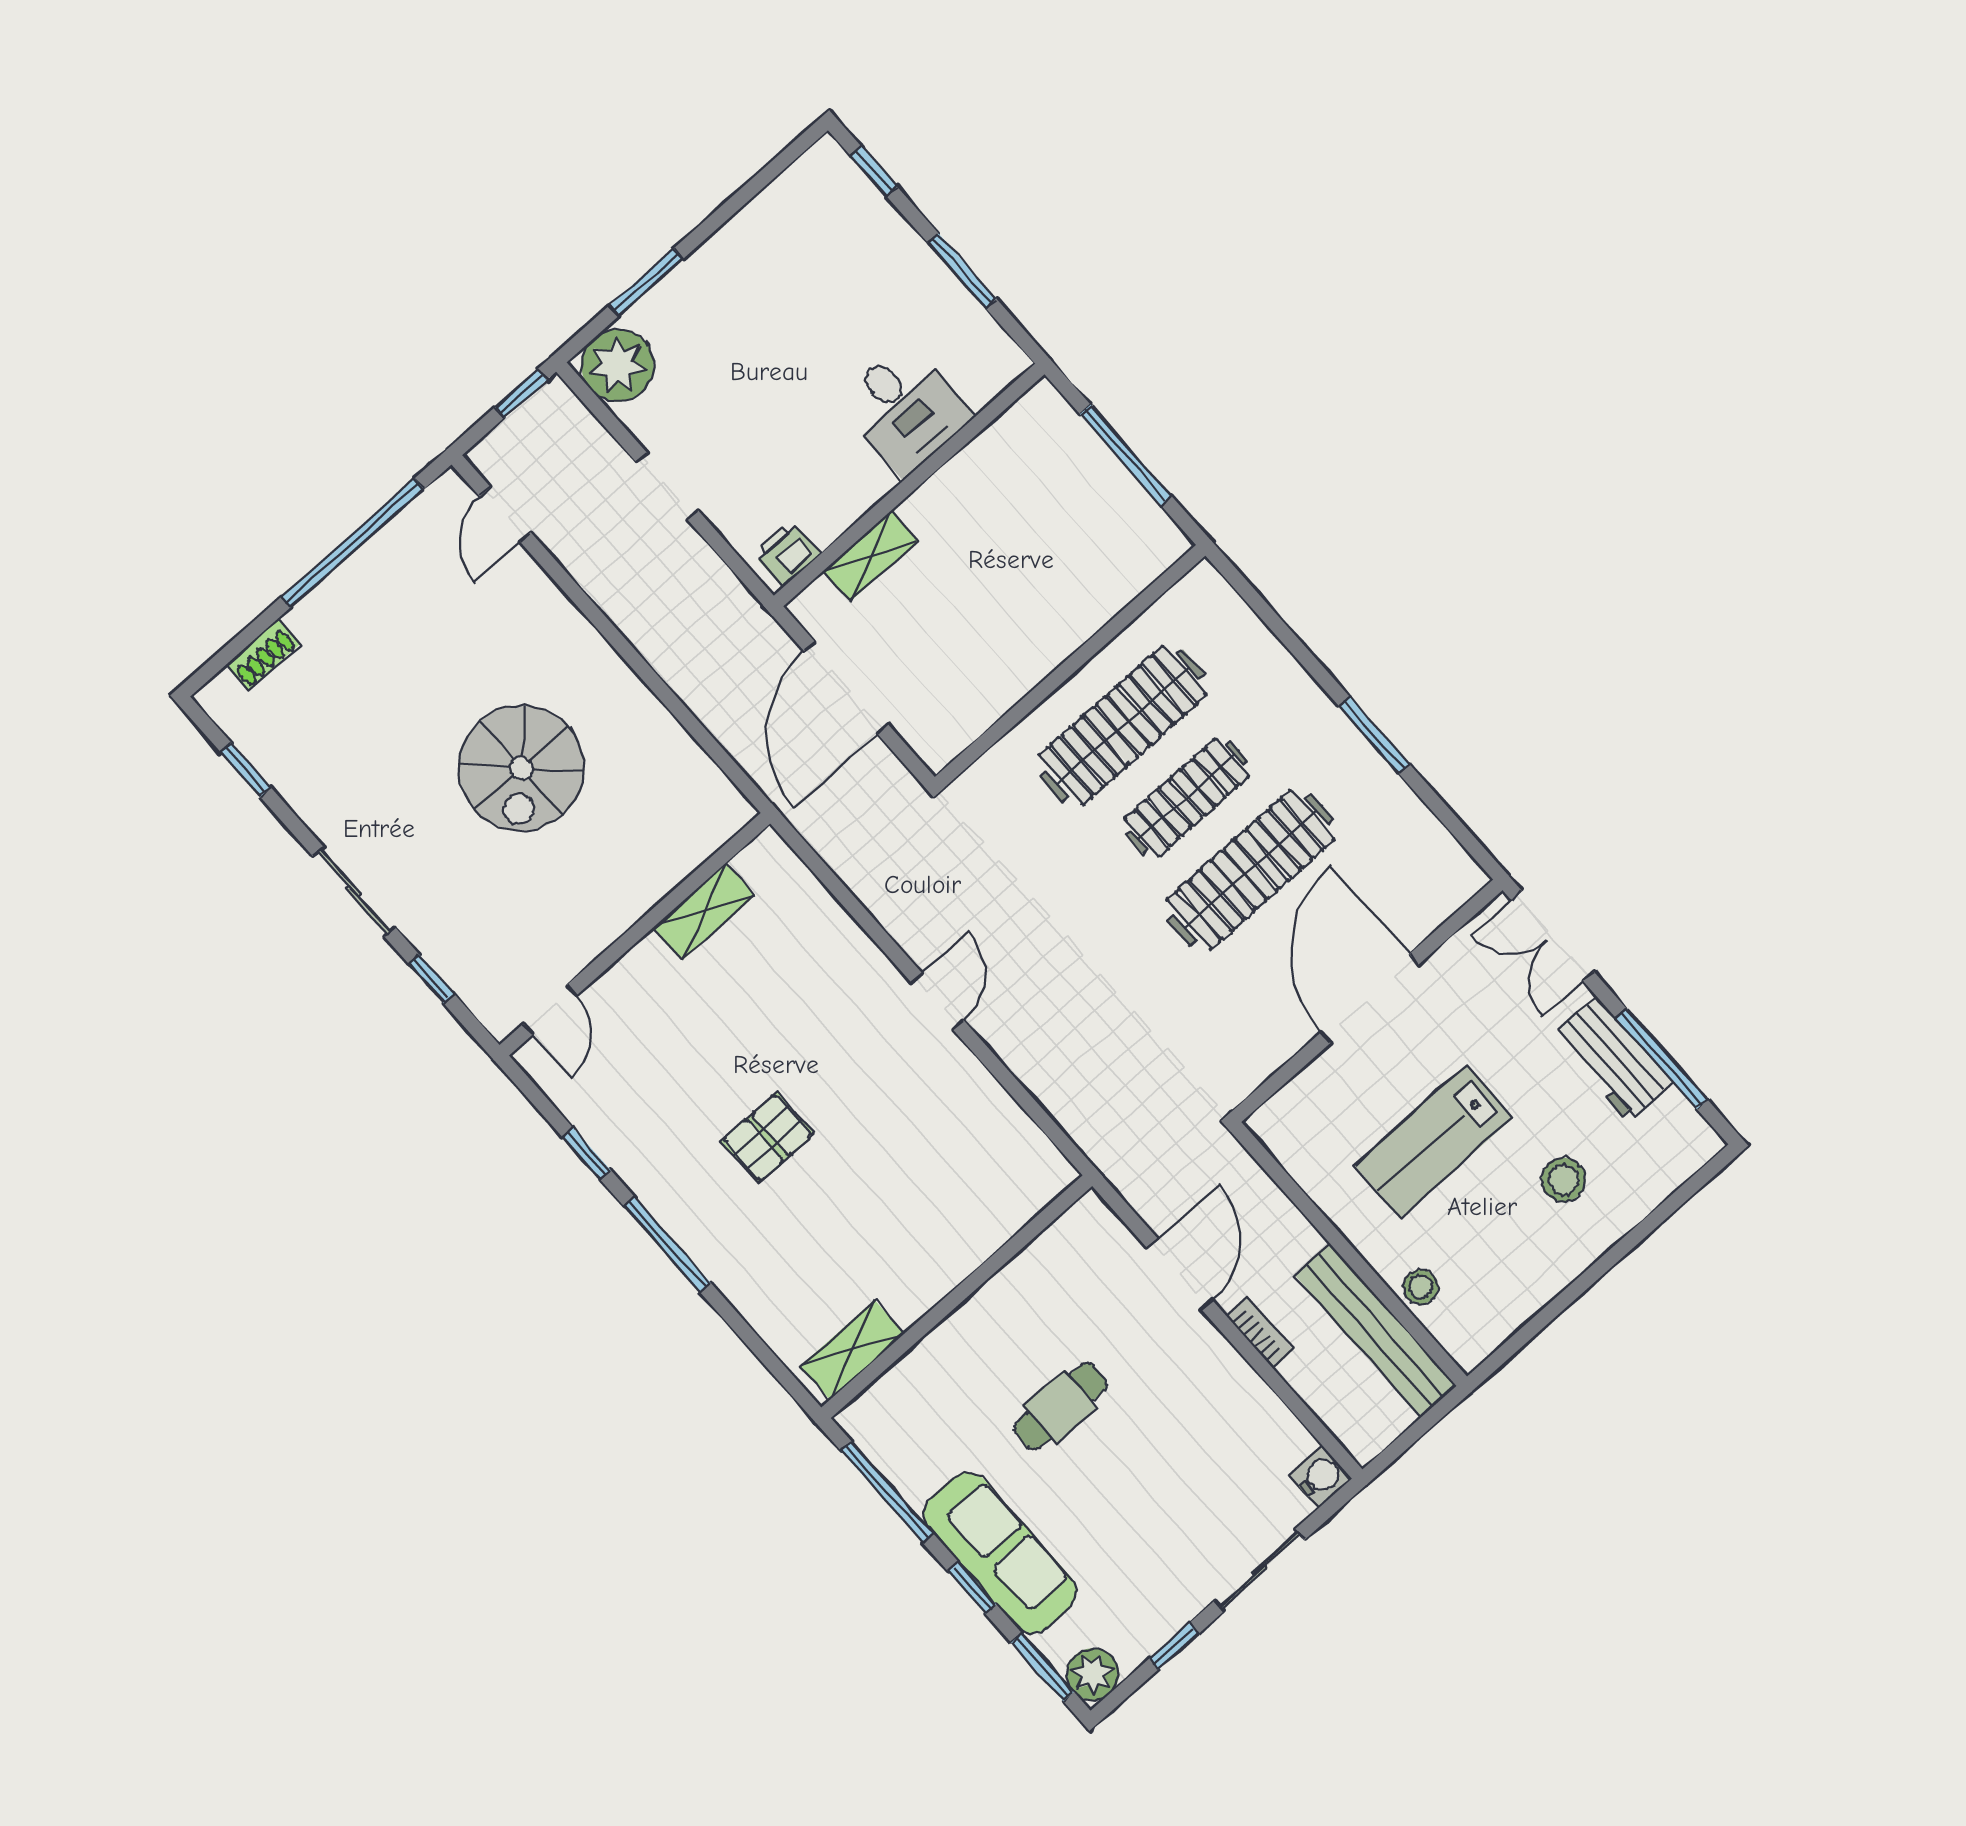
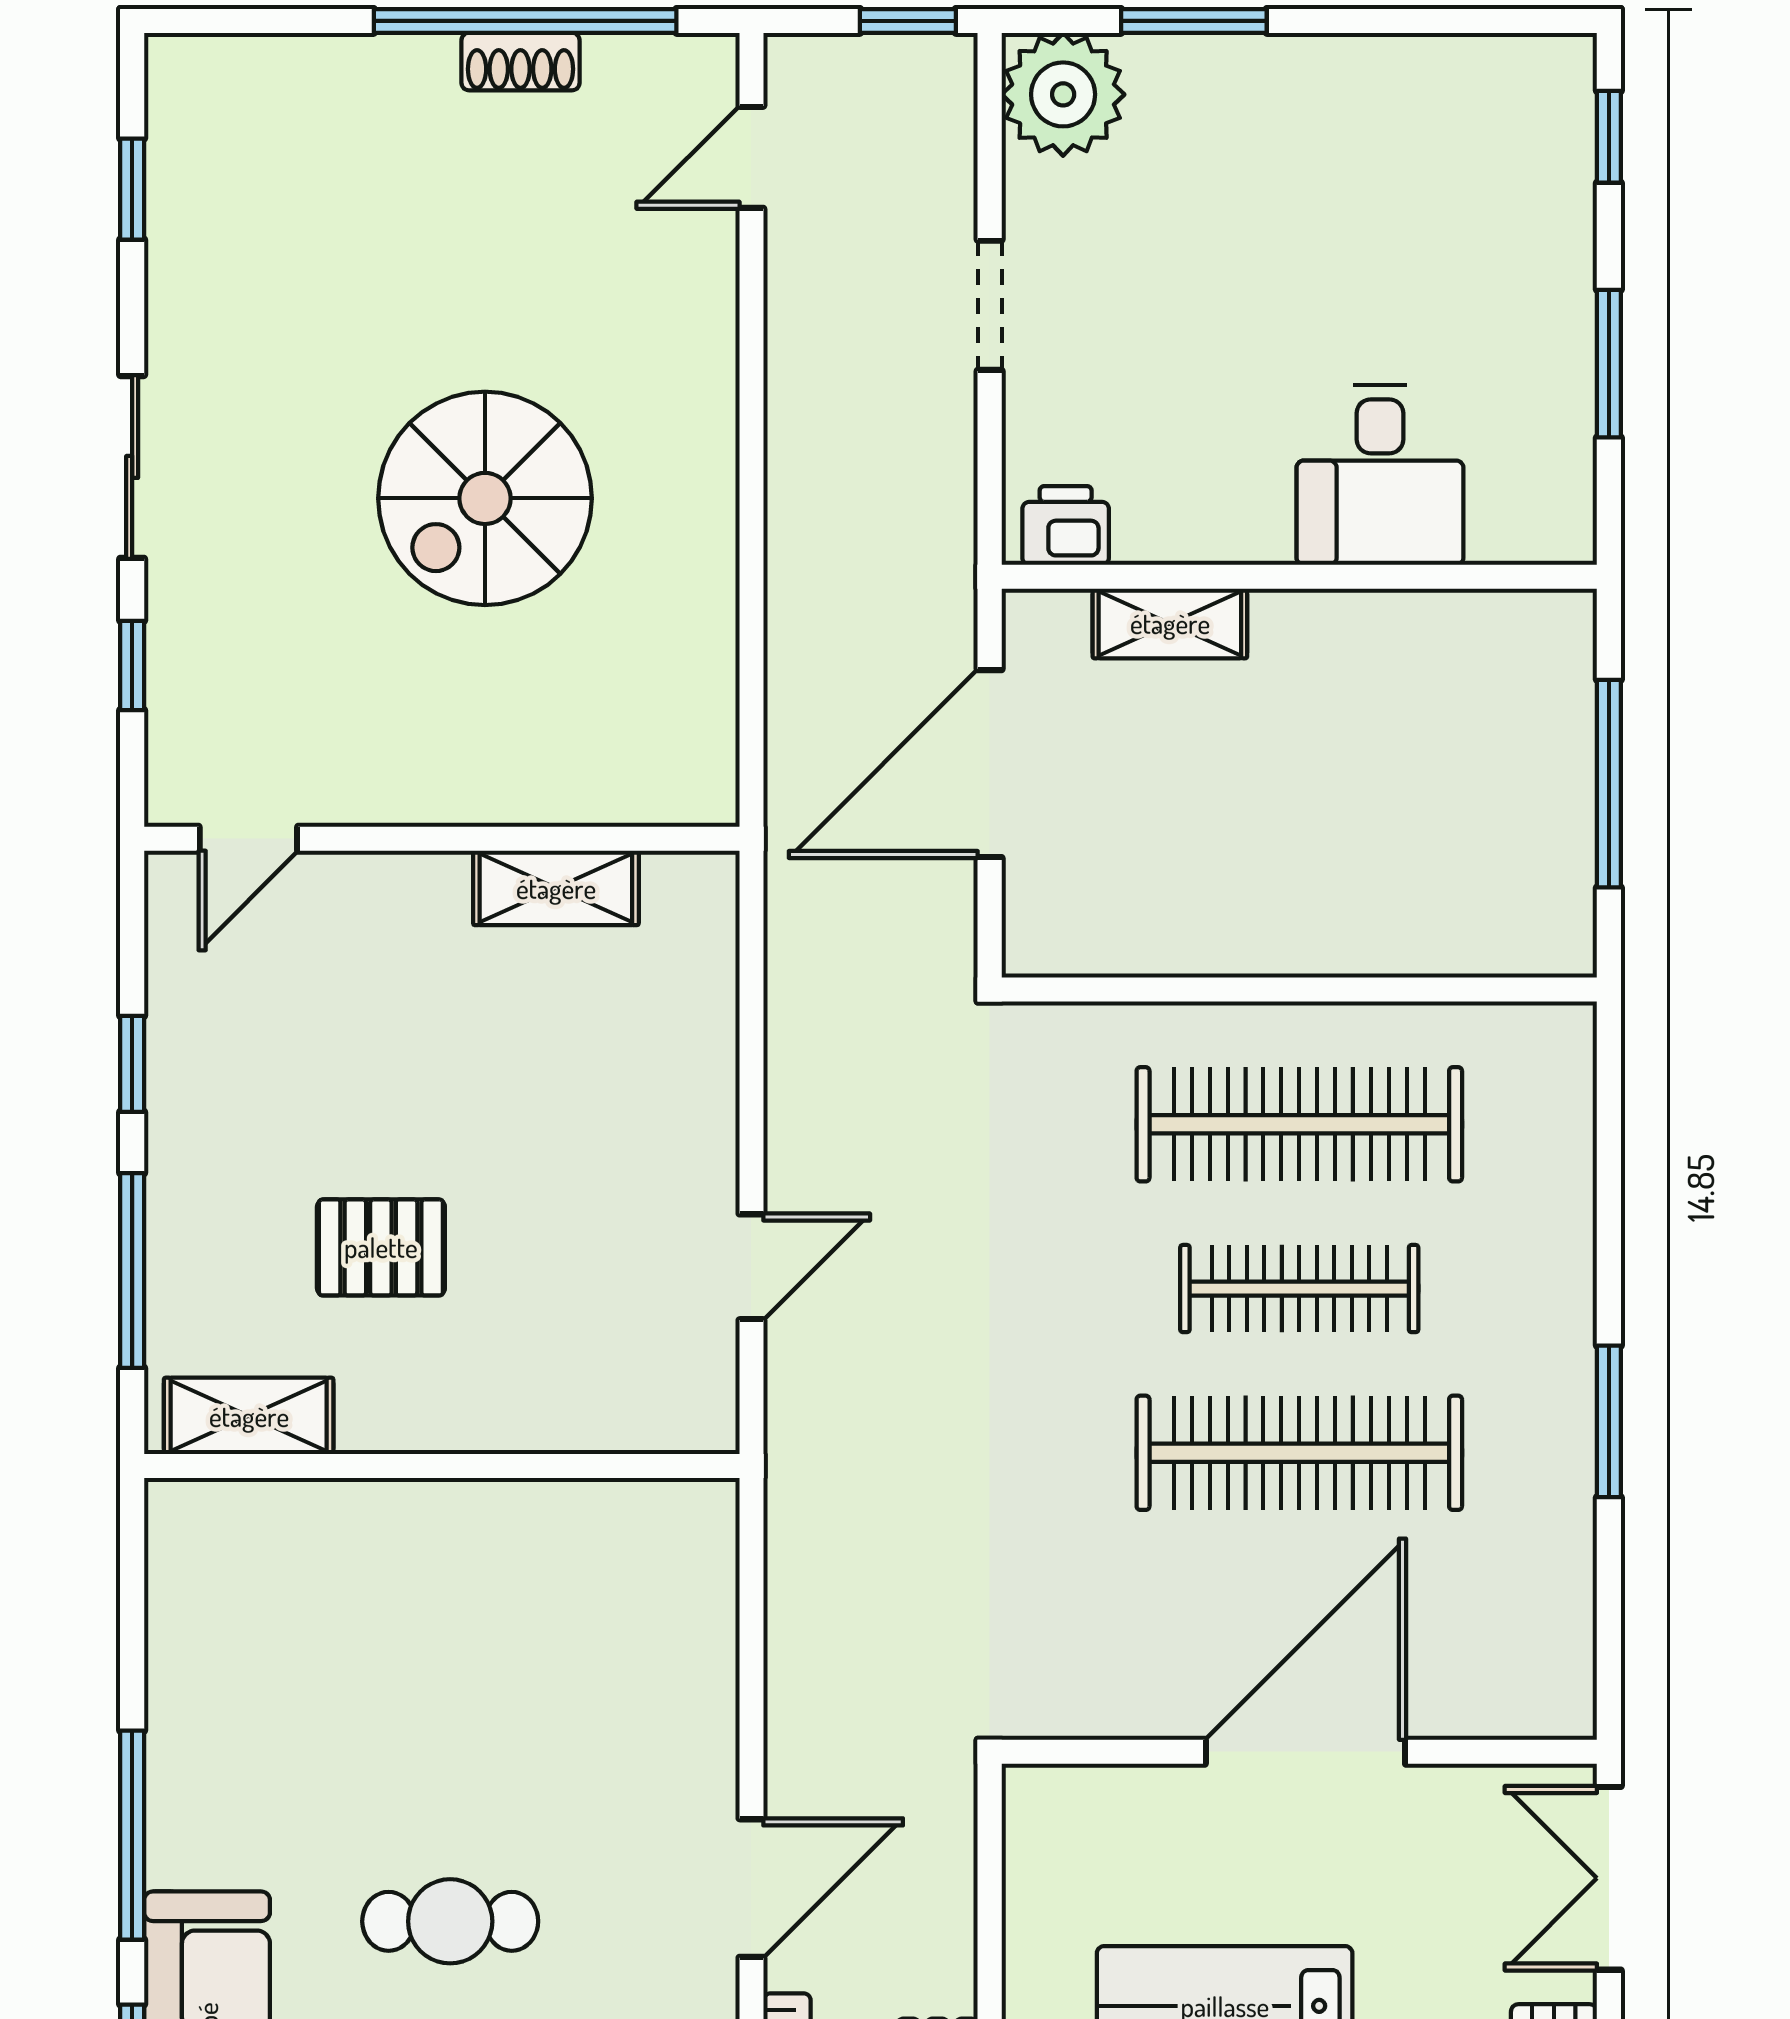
shoe rack: (263, 655) -> (520, 62), moved
wall: (957, 1297) -> (442, 1466), moved
shelving: (852, 1350) -> (249, 1416), moved

